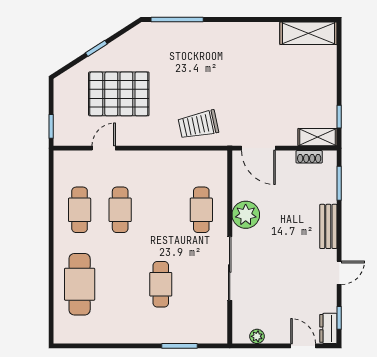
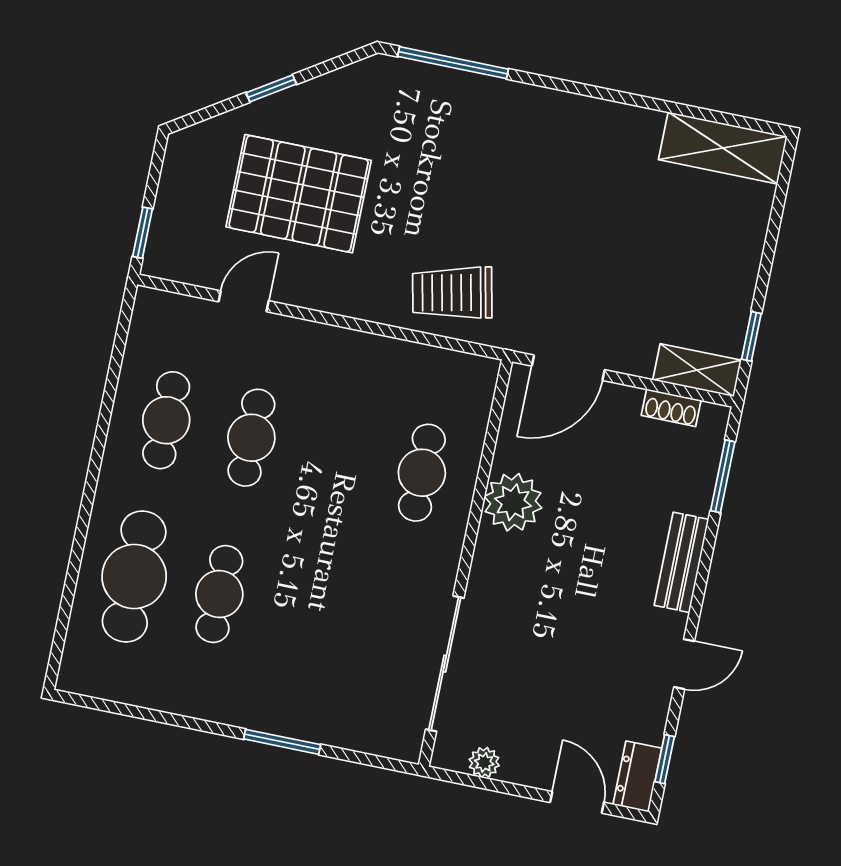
door: (258, 148) -> (568, 368), hinge flipped
sliding door: (230, 269) -> (445, 664), moved
cafe table: (161, 284) -> (219, 594), moved
window: (180, 346) -> (282, 742), moved

